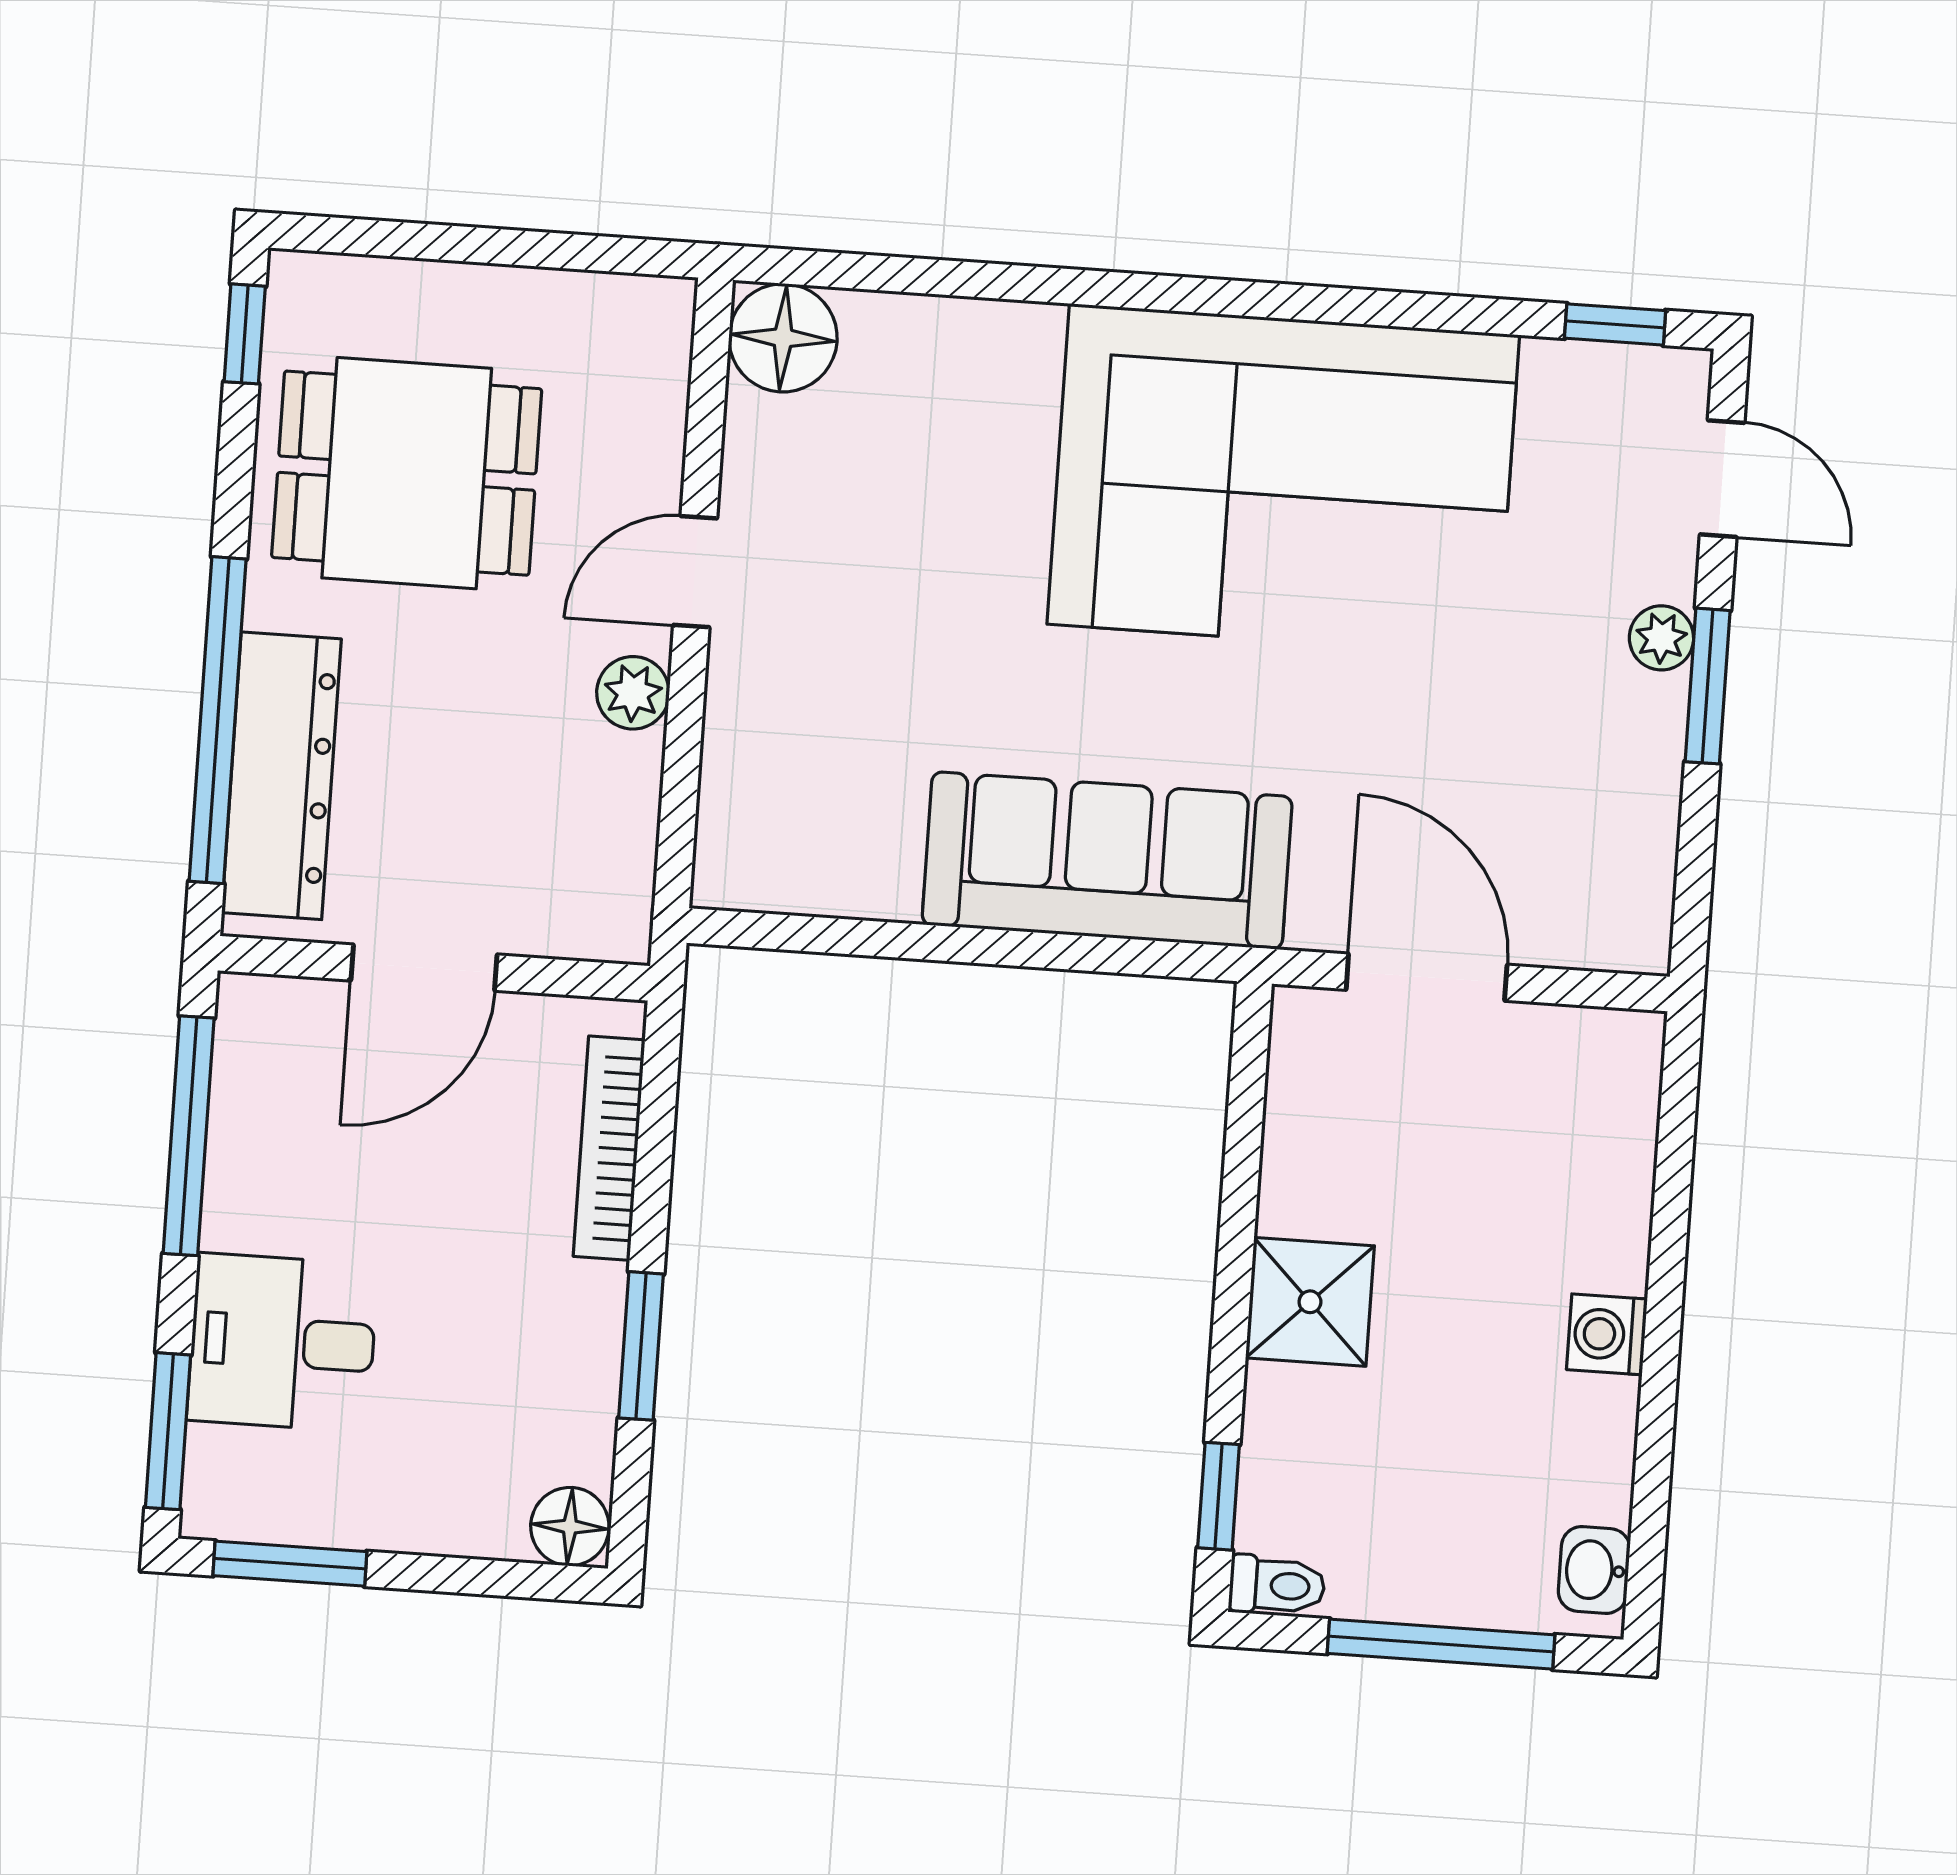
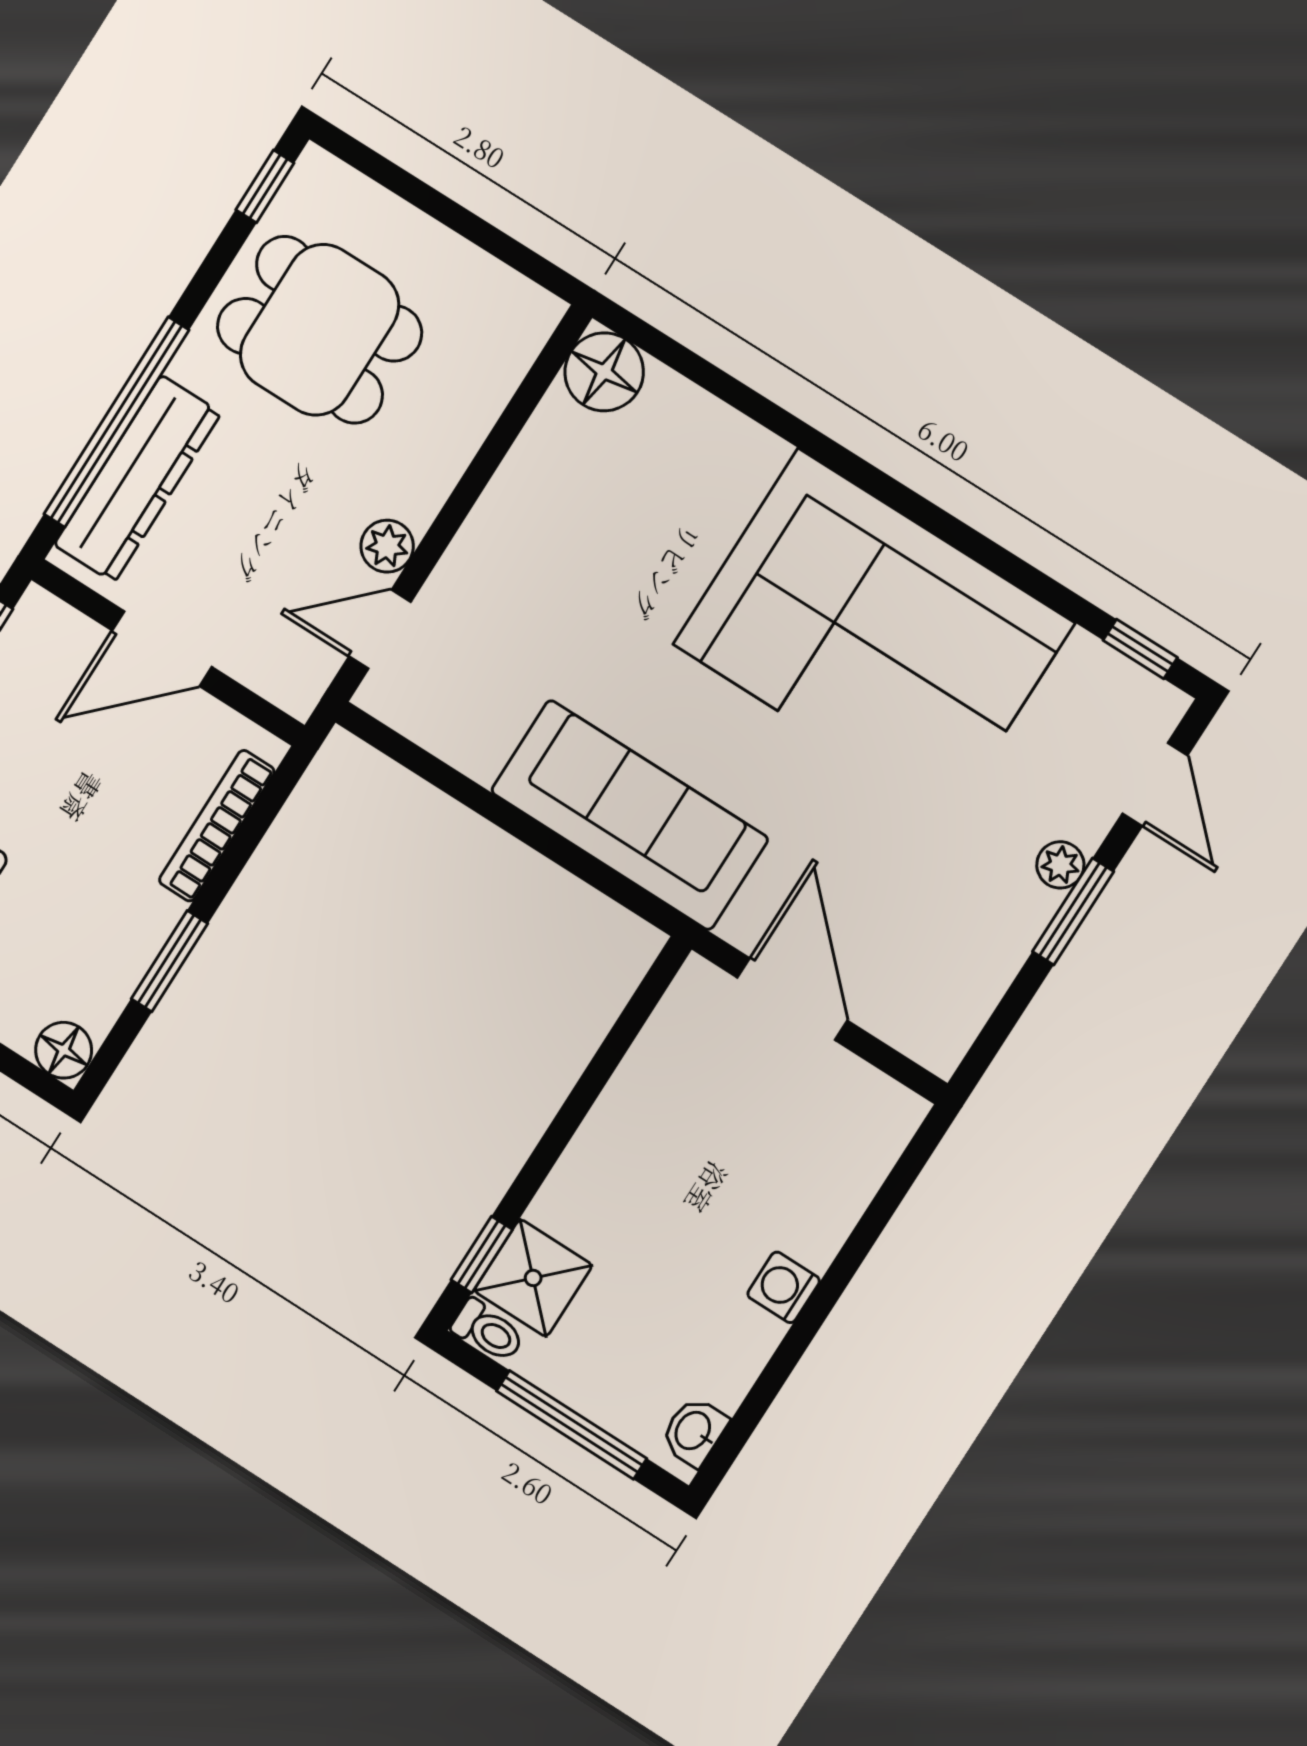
door: (695, 572) -> (380, 629), moved
shower: (1310, 1302) -> (533, 1278), moved

